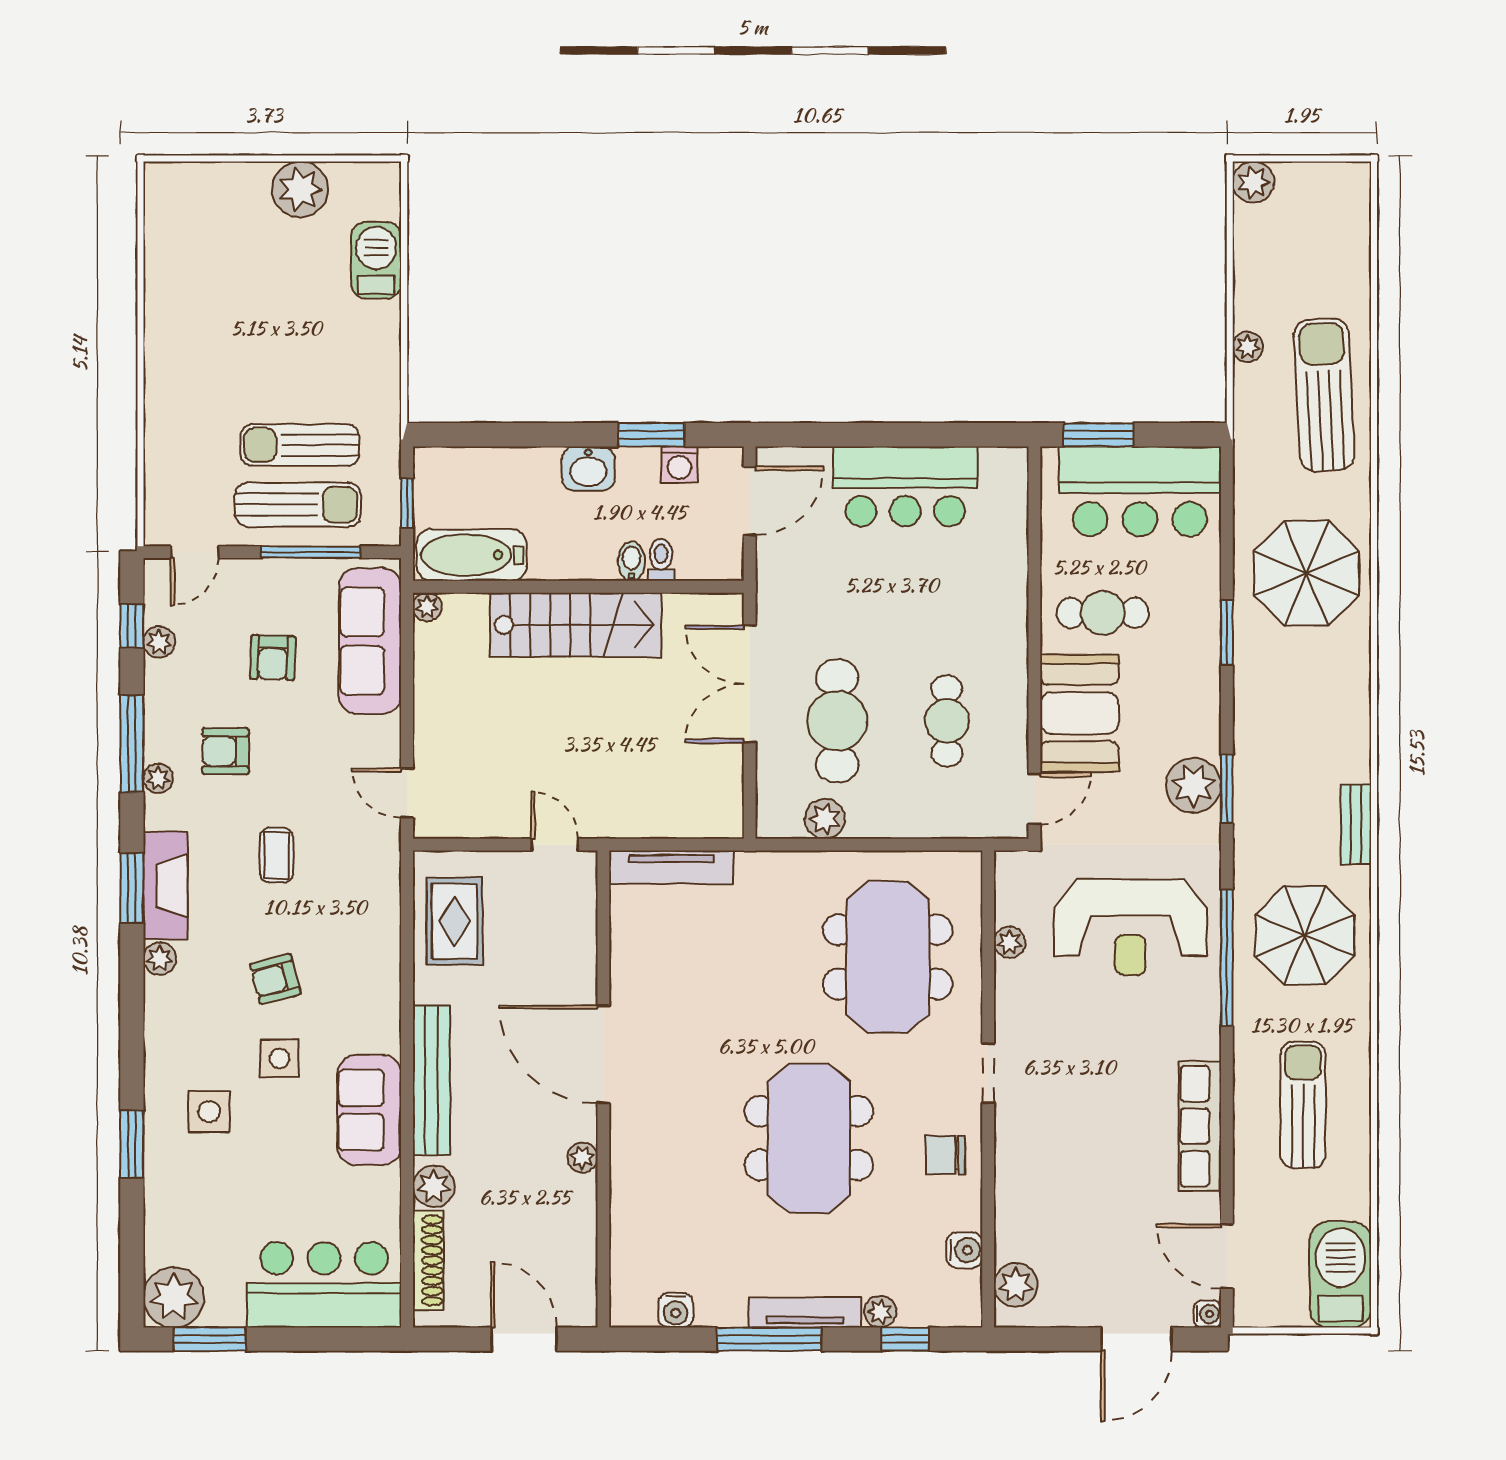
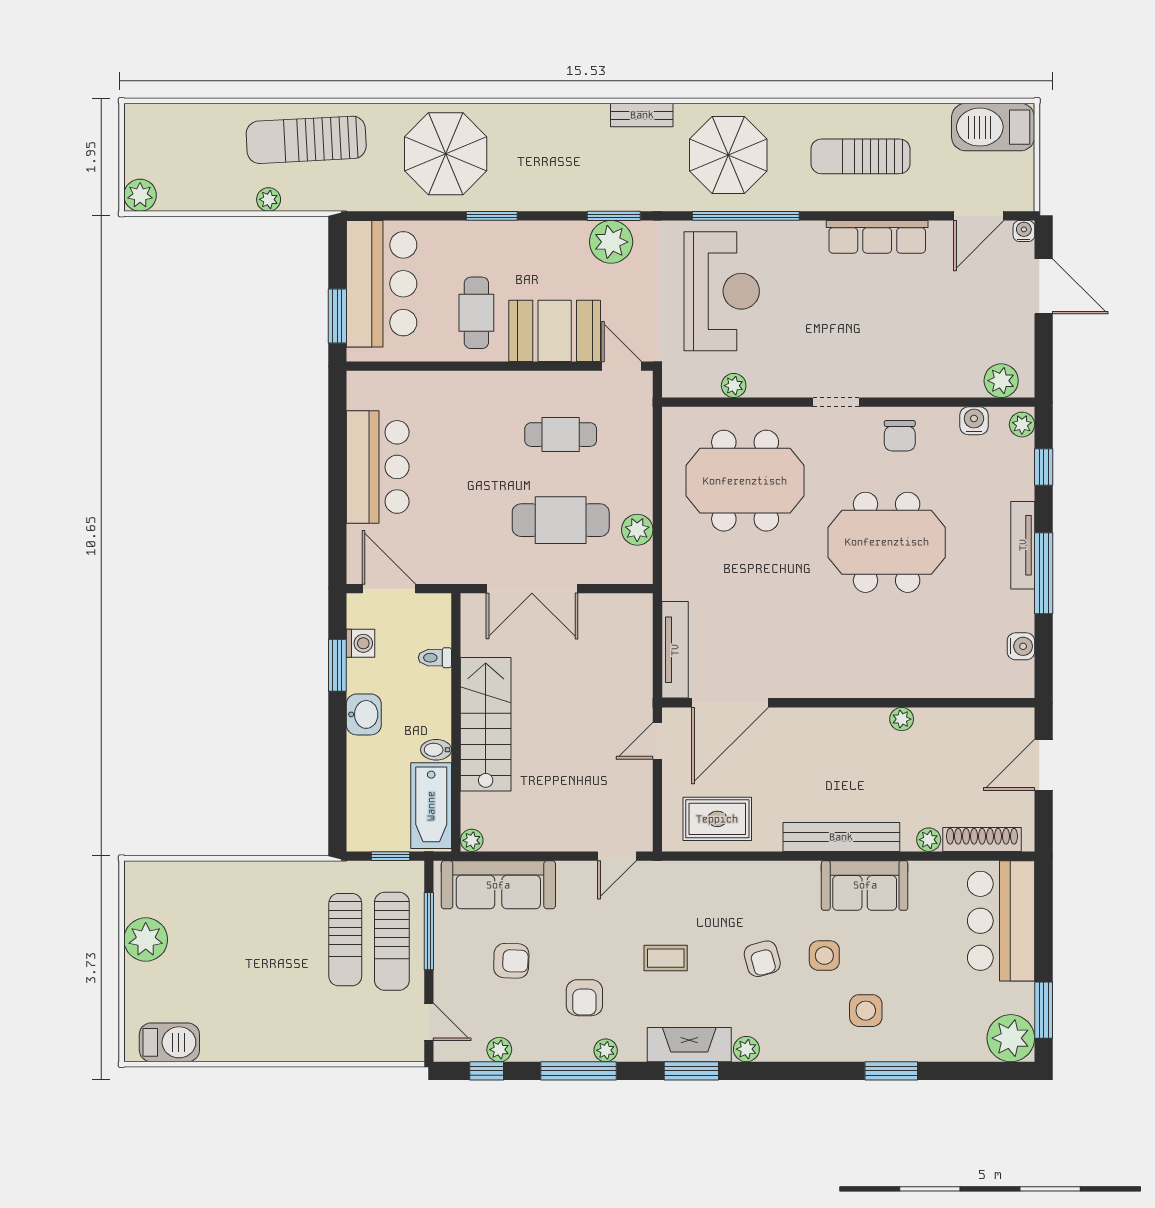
barbecue: (376, 260) -> (169, 1042), moved, turned 180
sun lounger: (298, 505) -> (392, 941), turned 180
bidet: (632, 561) -> (436, 750), moved
door: (603, 1054) -> (730, 703), moved
plant: (434, 1186) -> (929, 840), width x0.73, depth x0.73
plant: (880, 1312) -> (1022, 425), moved

